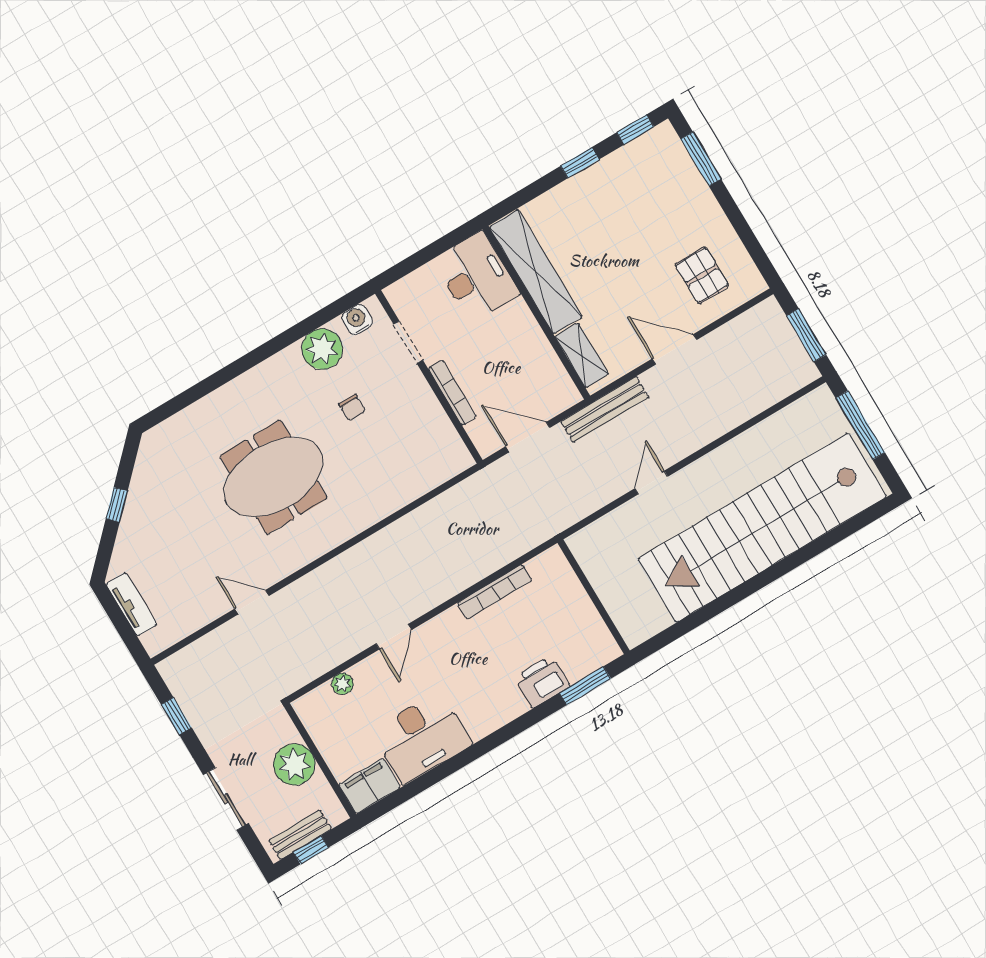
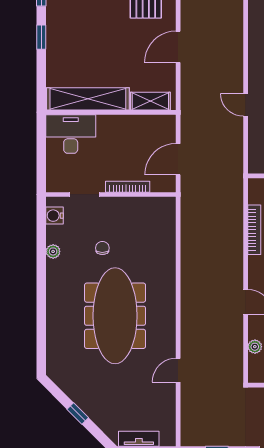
plant: (322, 349) -> (53, 251), width x0.53, depth x0.53
chair: (352, 407) -> (102, 248), turned -90
bench: (605, 409) -> (189, 106), removed
meeting table: (274, 477) -> (115, 316), width x1.36

